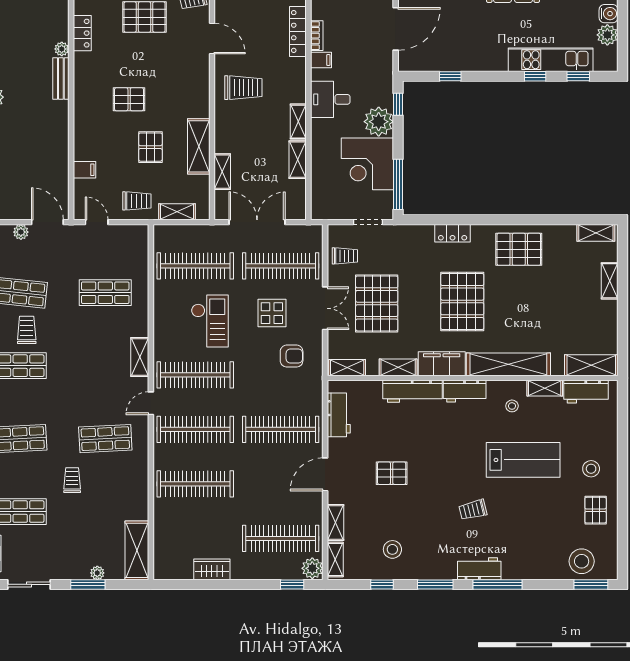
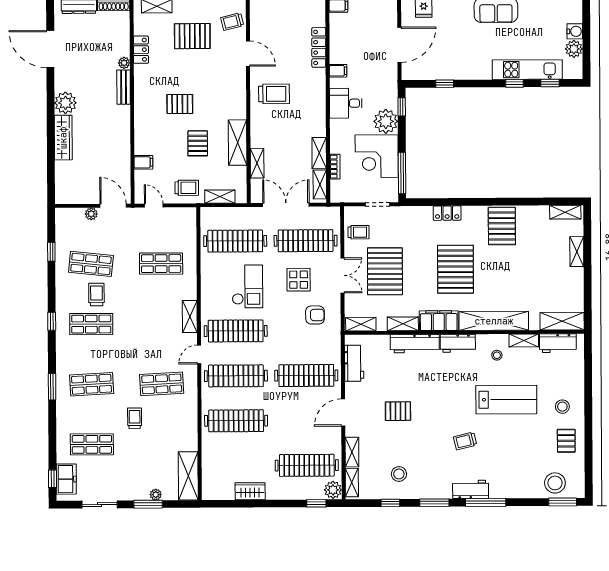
bookcase: (317, 36) -> (335, 167), moved
shelving: (298, 122) -> (320, 184), moved
pallet: (519, 249) -> (502, 226), turned 90

